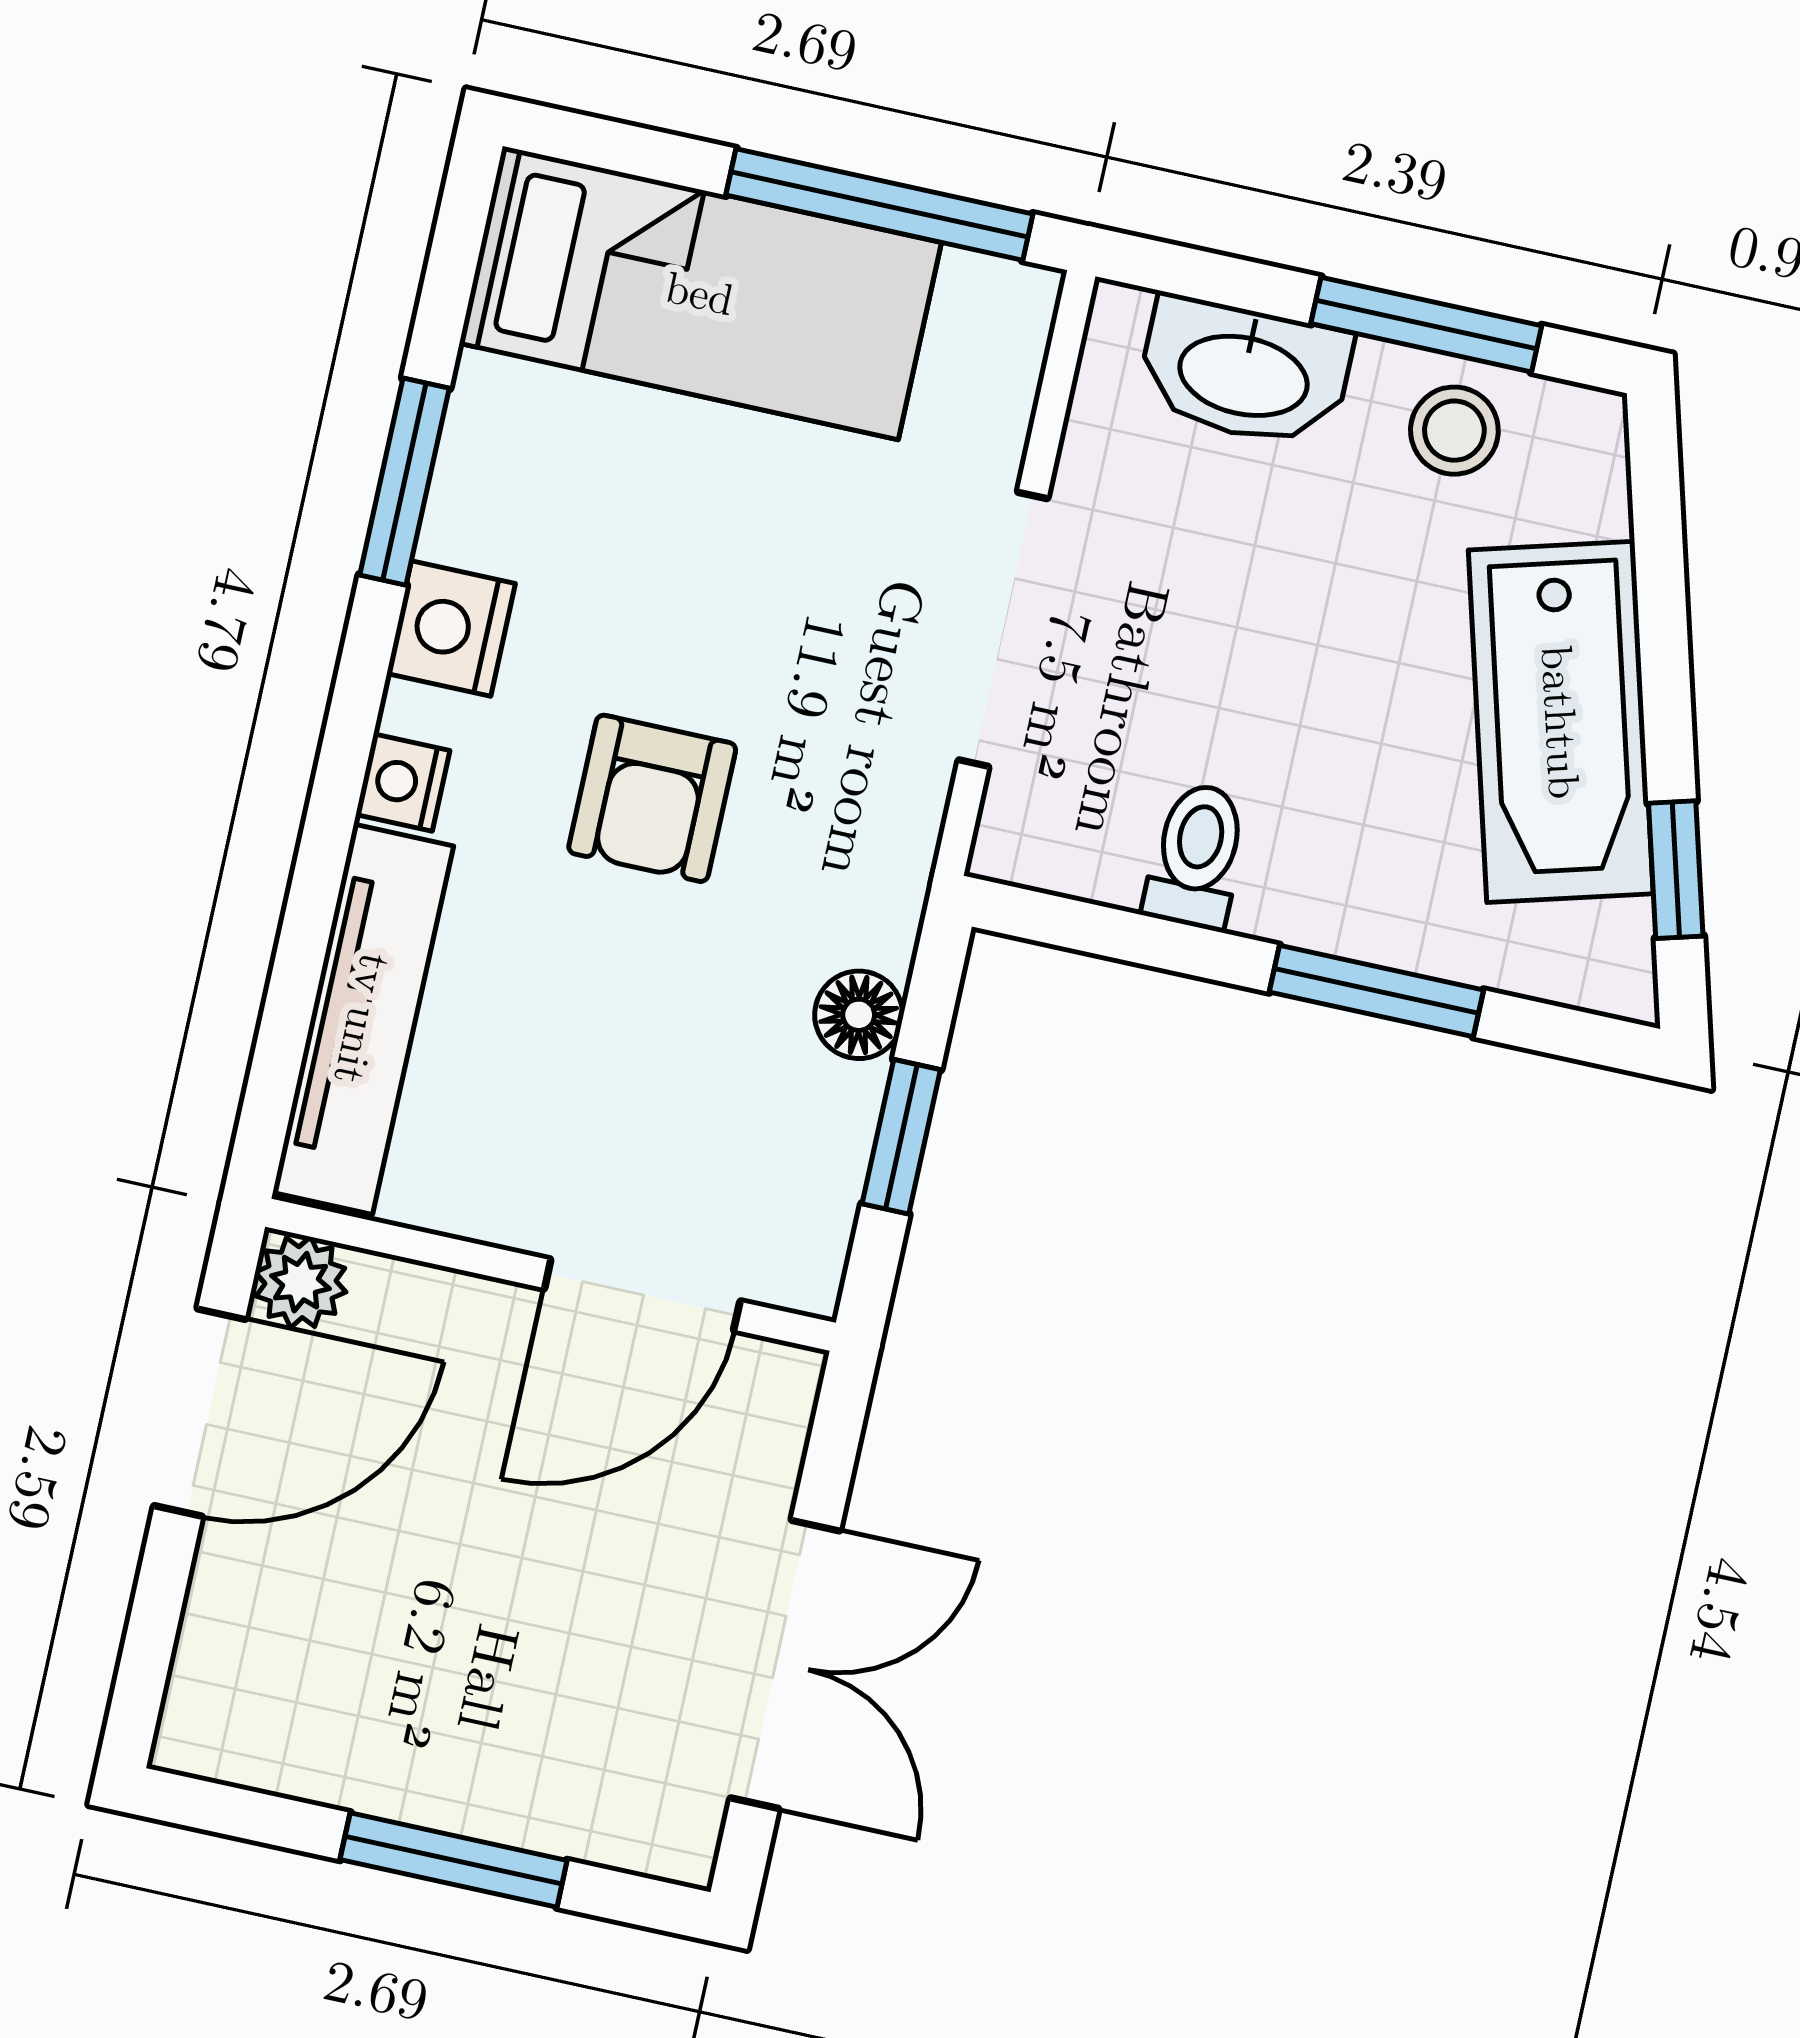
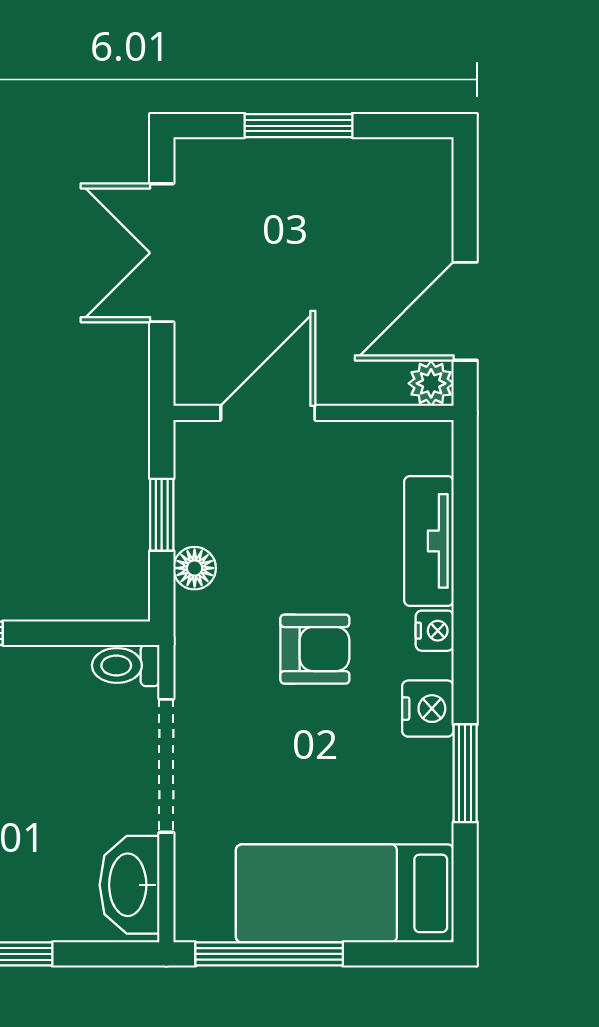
washbasin: (1244, 372) -> (130, 885), moved, turned -90
armchair: (652, 798) -> (315, 649), turned 90
toilet: (1196, 856) -> (126, 665), moved, turned 90
tv unit: (363, 1019) -> (429, 541), width x0.71

